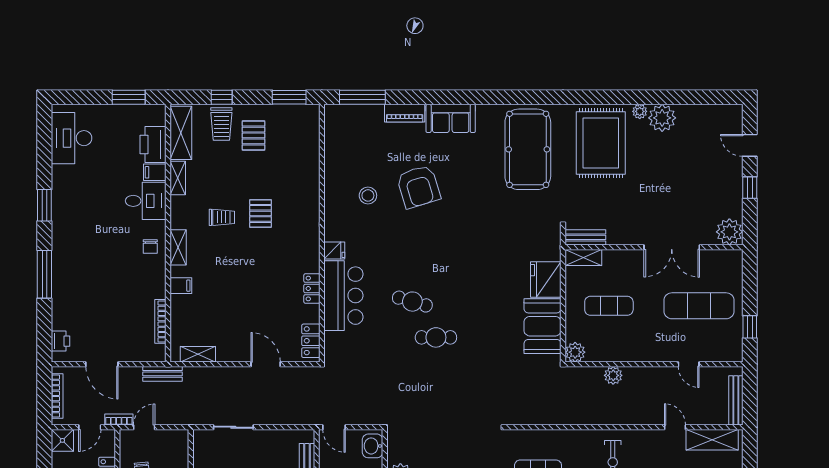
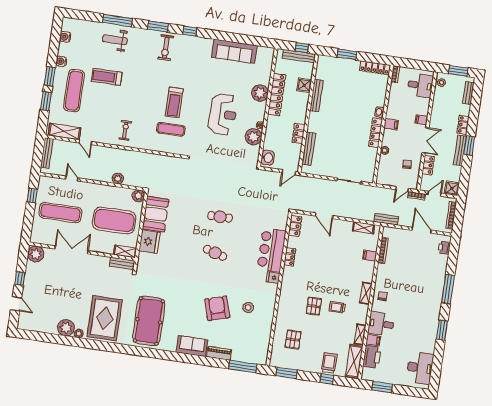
pallet: (254, 135) -> (293, 339), moved
filing cabinet: (181, 286) -> (370, 256), moved
cafe table: (412, 302) -> (215, 253), moved
exercise mat: (609, 306) -> (114, 220), width x2.00, depth x1.45
door: (334, 427) -> (289, 172), swing flipped

